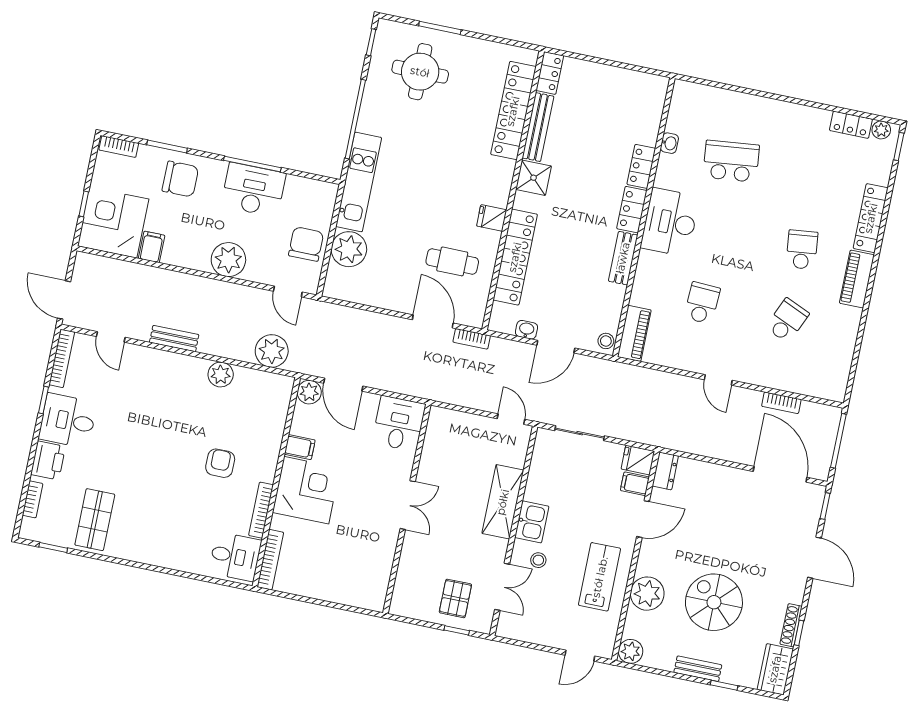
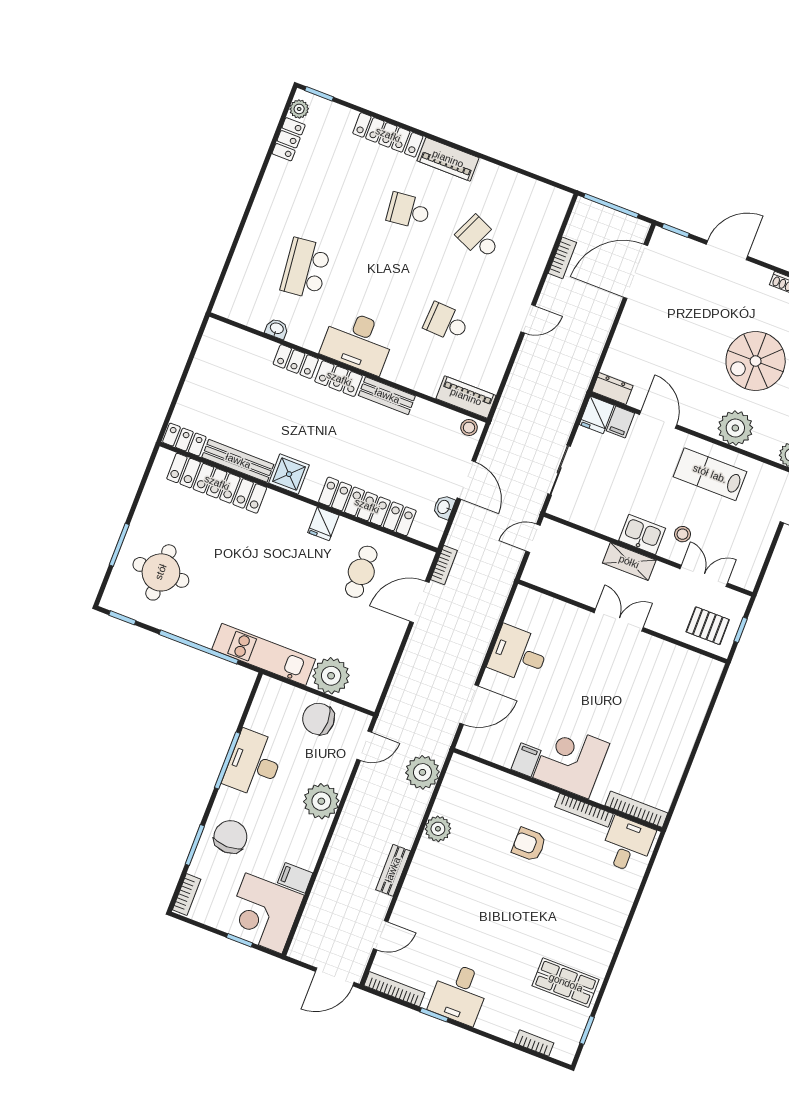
plant: (309, 392) -> (471, 741), removed
printer: (48, 460) -> (497, 1021), removed
shelving: (503, 502) -> (629, 562), width x0.67, depth x0.75
double door: (408, 505) -> (619, 620), moved
wall: (407, 509) -> (623, 621), moved

